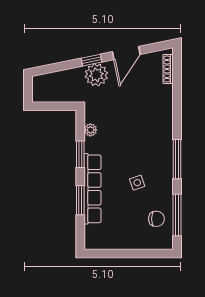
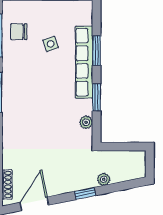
door: (126, 53) -> (34, 204), moved
plant: (96, 75) -> (104, 179), moved, width x0.53, depth x0.53
side table: (137, 183) -> (51, 44), moved

